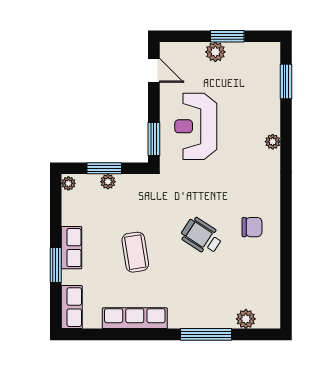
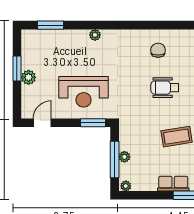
window: (104, 168) -> (115, 160), width x1.44
wheelchair: (202, 236) -> (165, 88), turned 57

